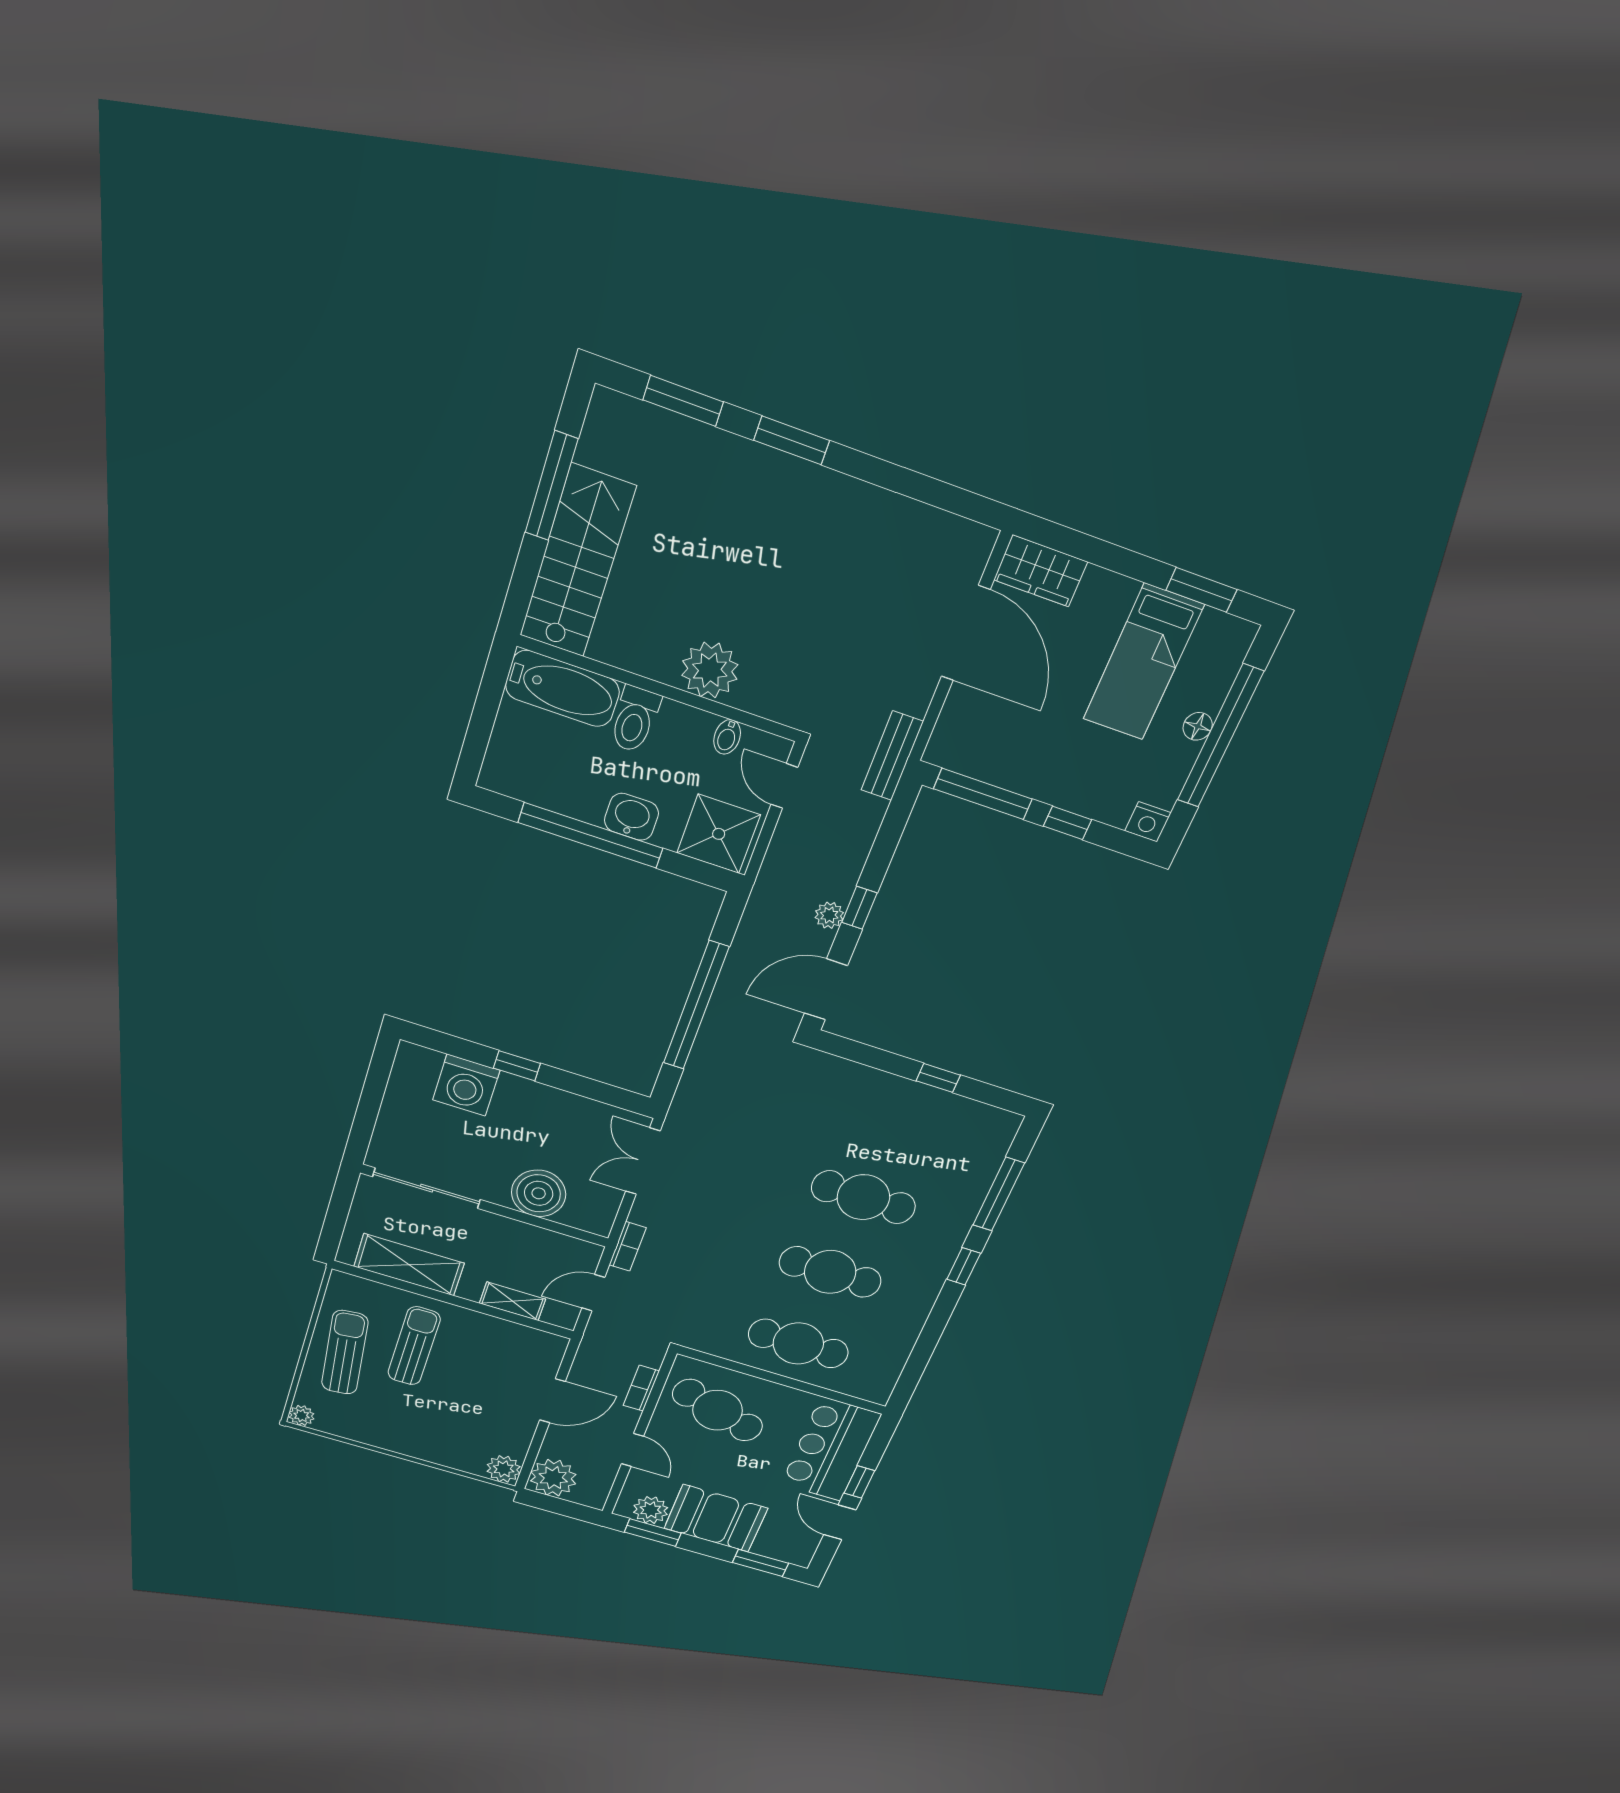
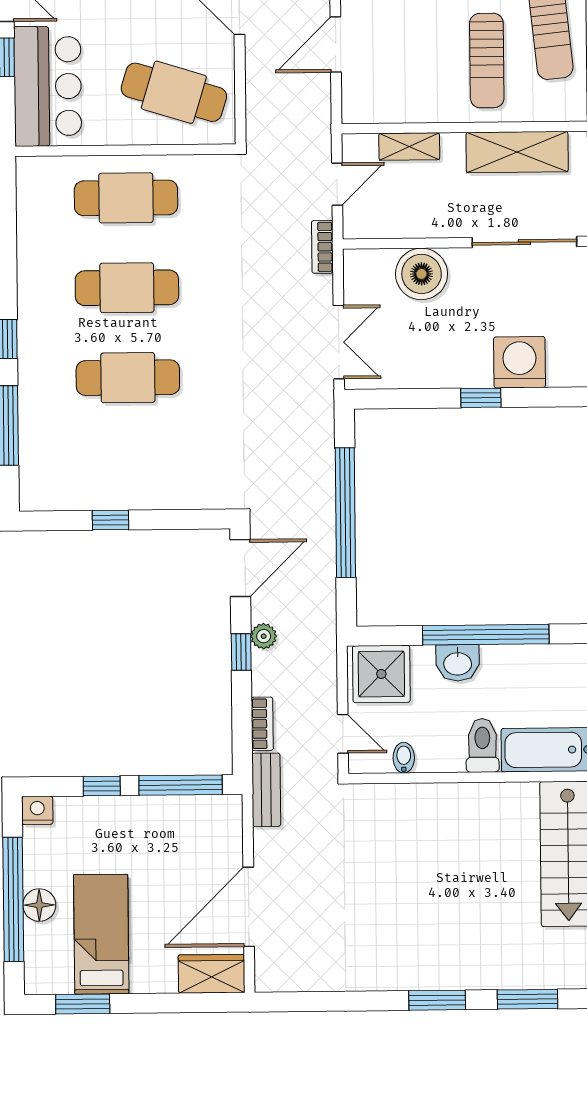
door: (966, 633) -> (249, 907), hinge flipped
plant: (710, 670) -> (437, 806), removed
floor lamp: (1198, 726) -> (39, 905), width x1.37, depth x1.37
bookcase: (641, 1388) -> (262, 724), moved

